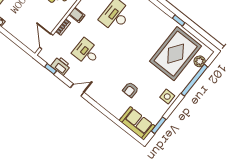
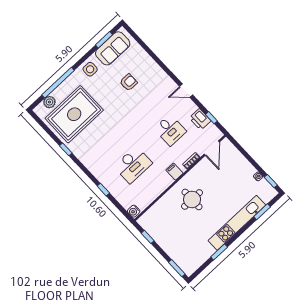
sofa: (137, 123) -> (113, 48), moved, turned -90

